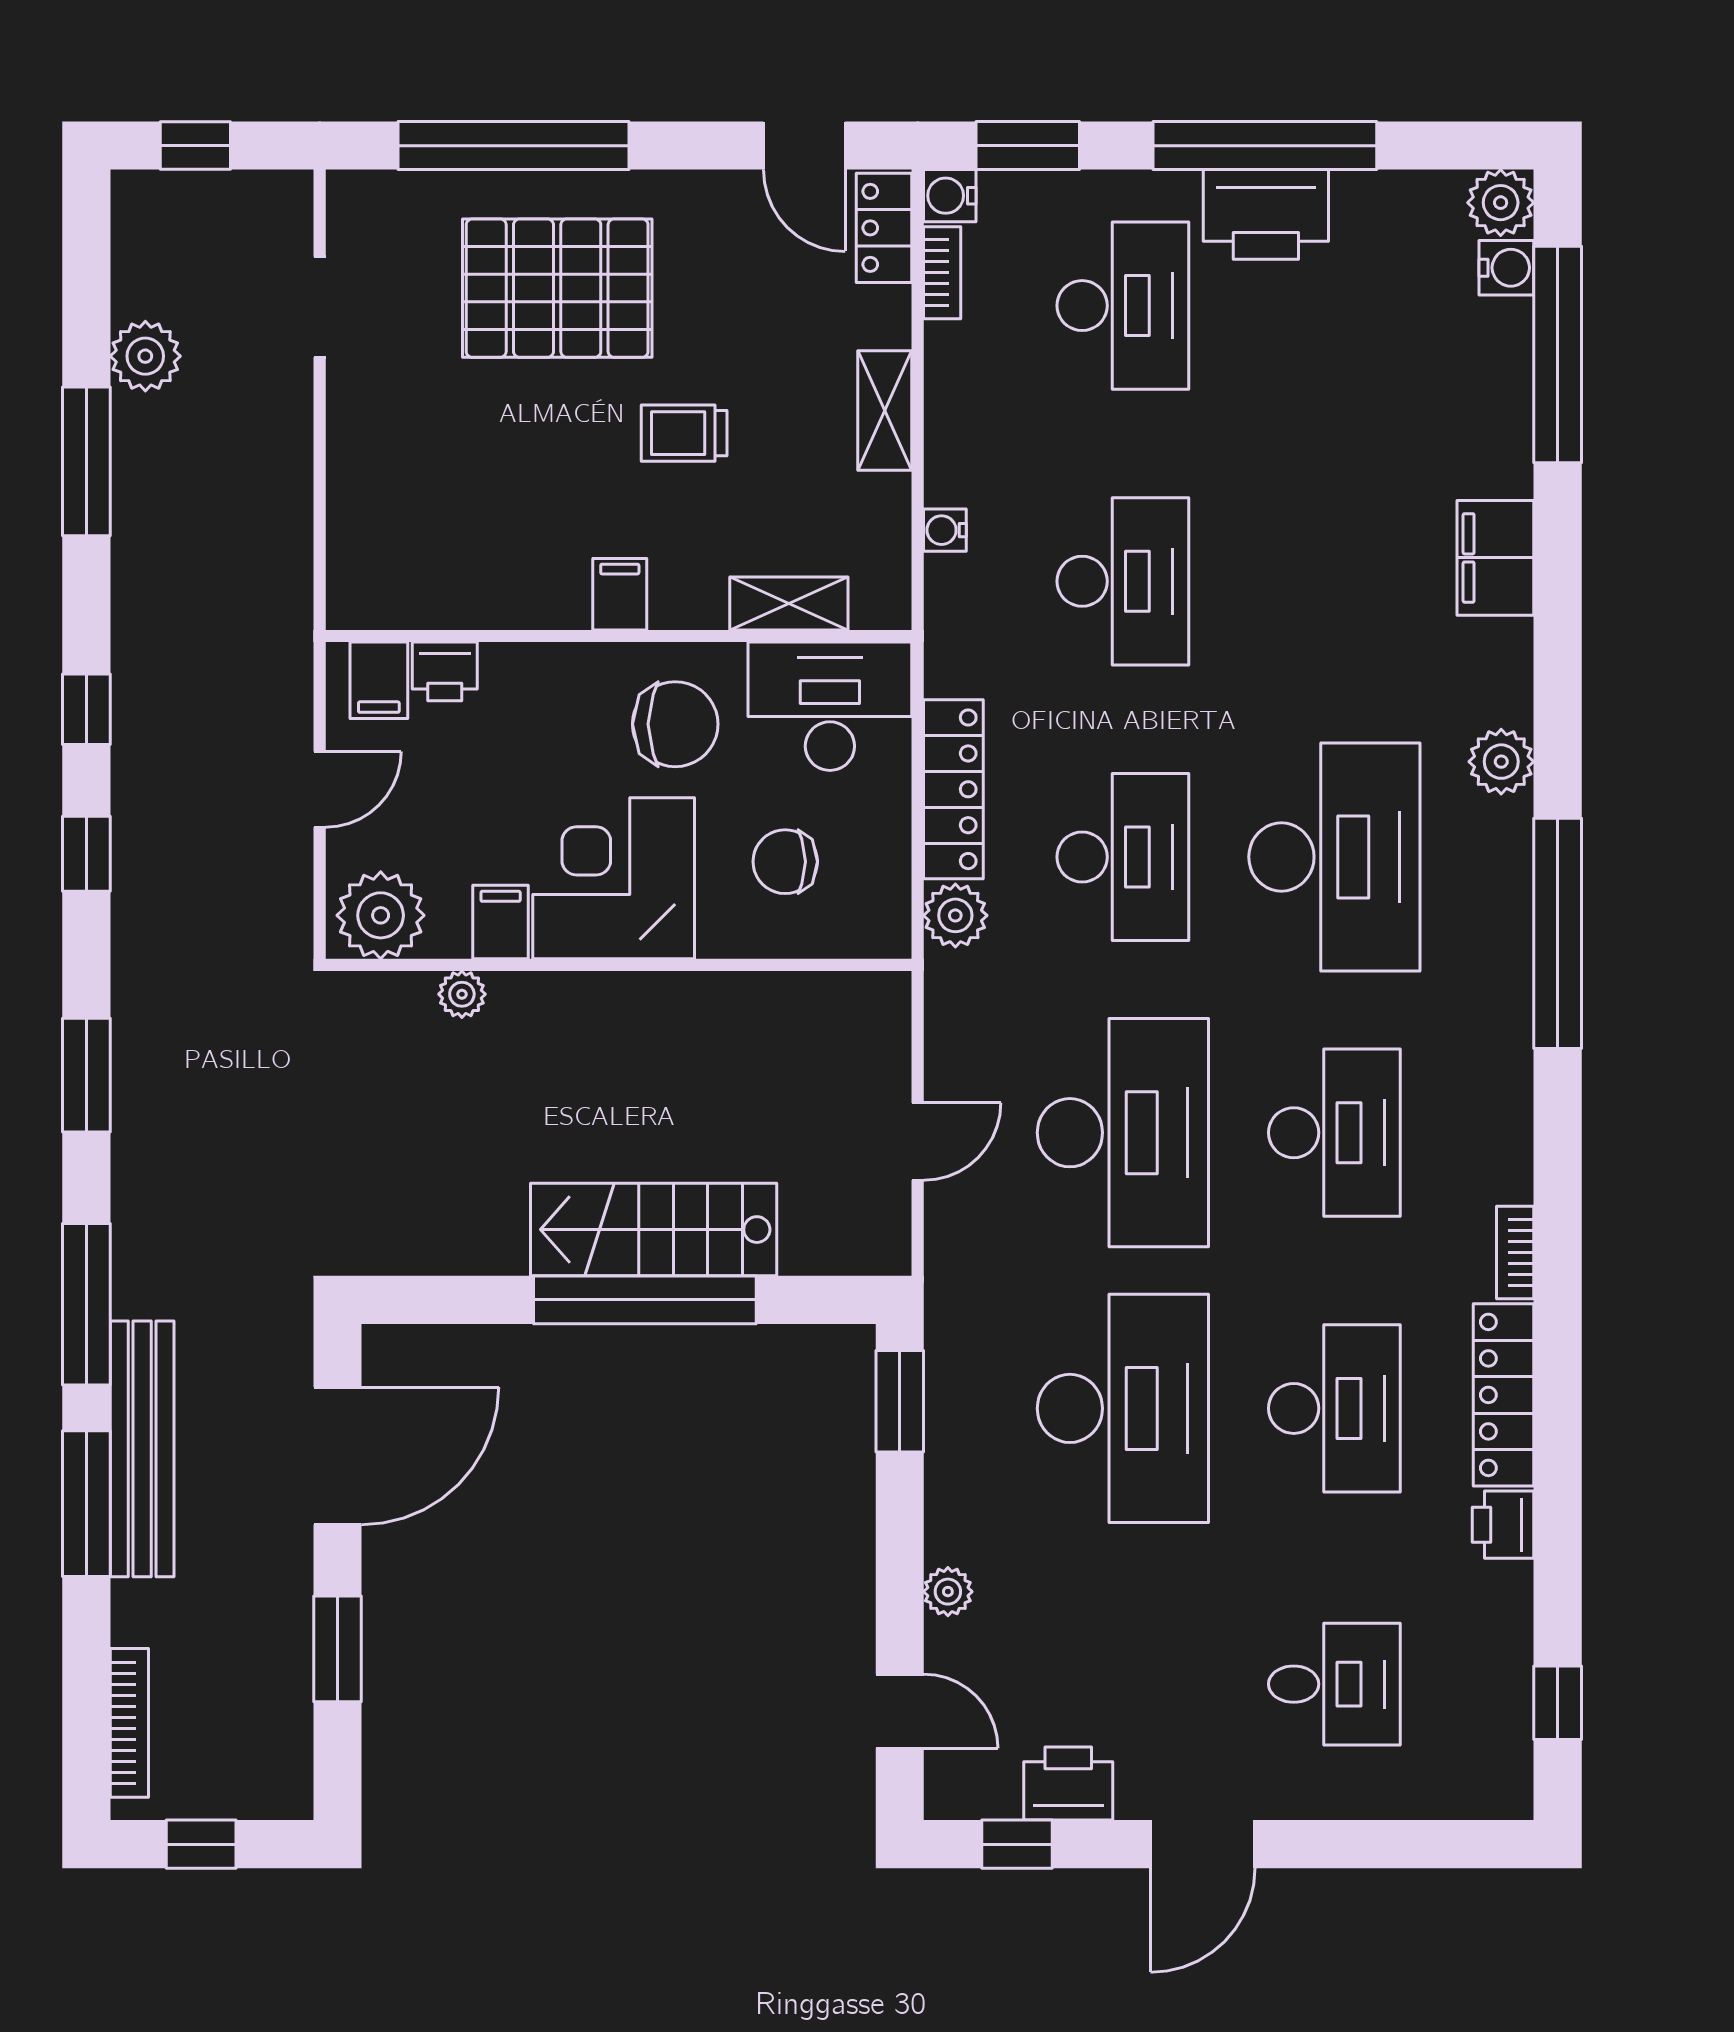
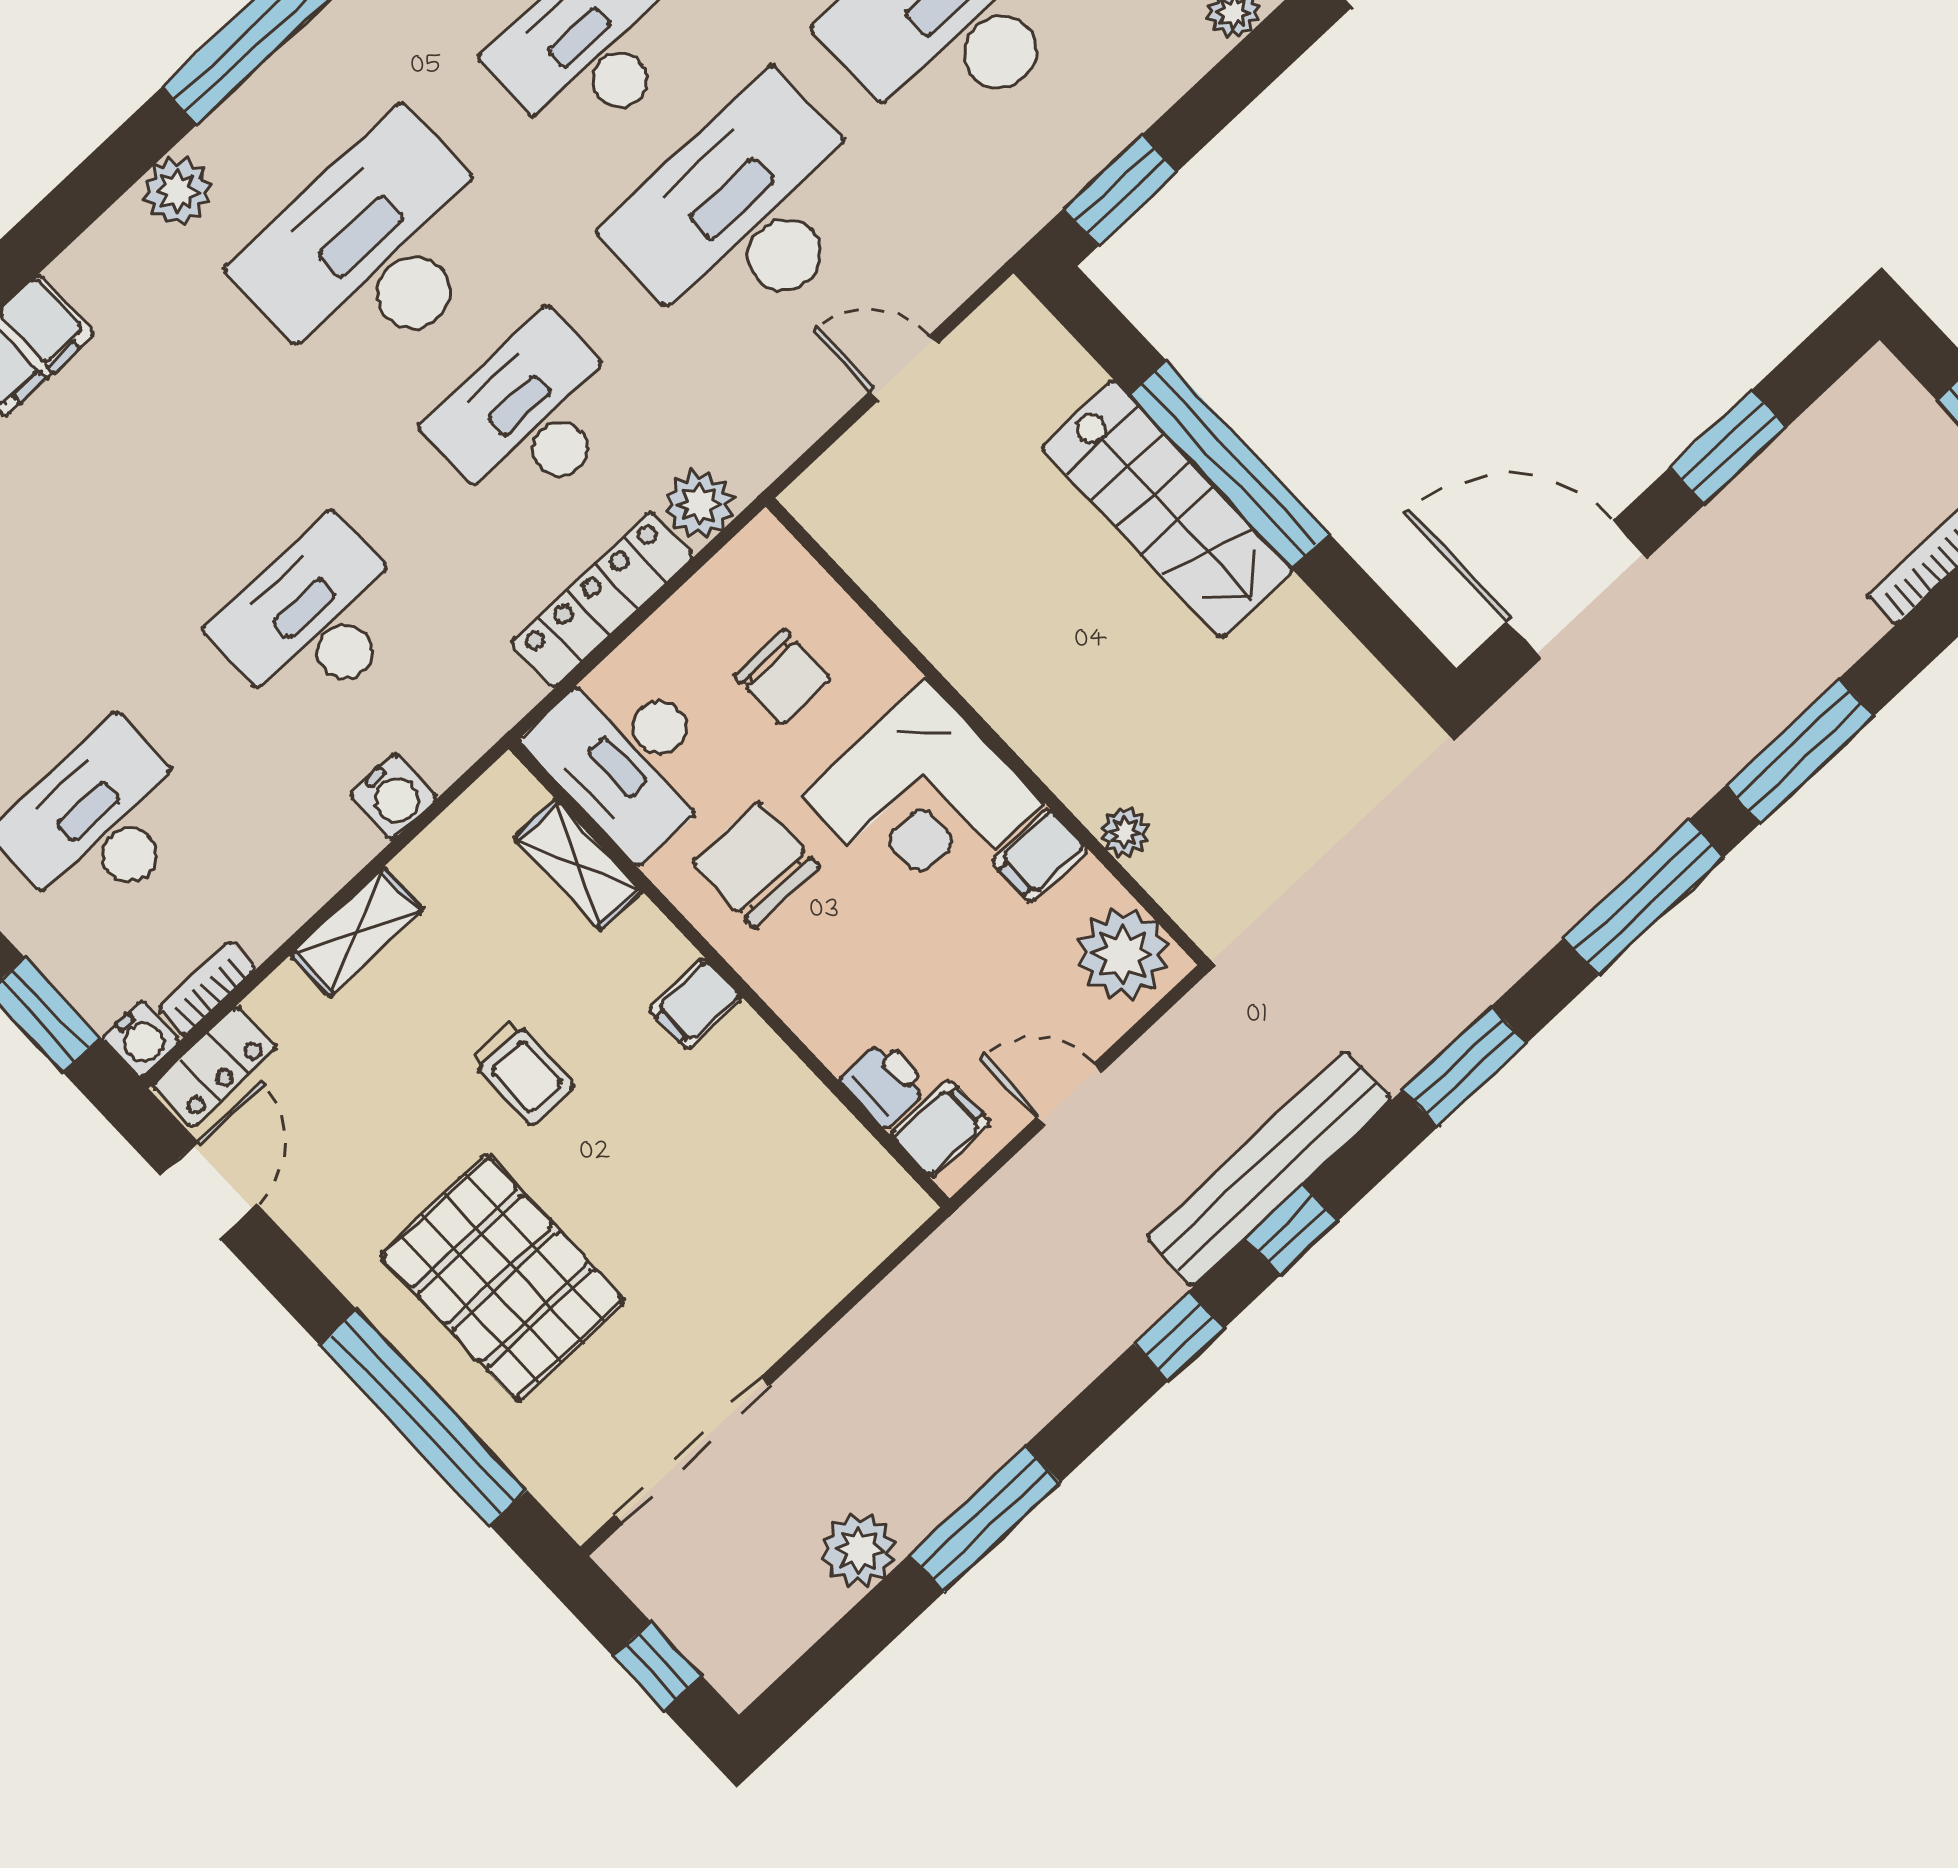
doorway: (320, 307) -> (692, 1450), width x1.88
water cooler: (945, 530) -> (394, 796), width x1.38, depth x1.38
bench: (142, 1449) -> (1269, 1169), moved

